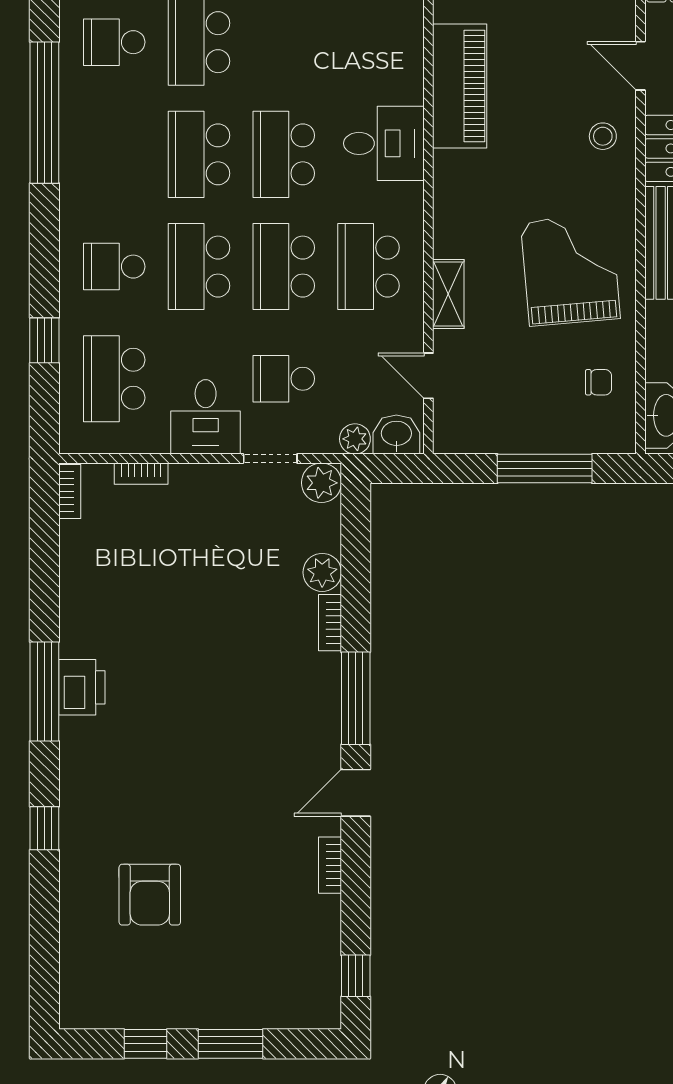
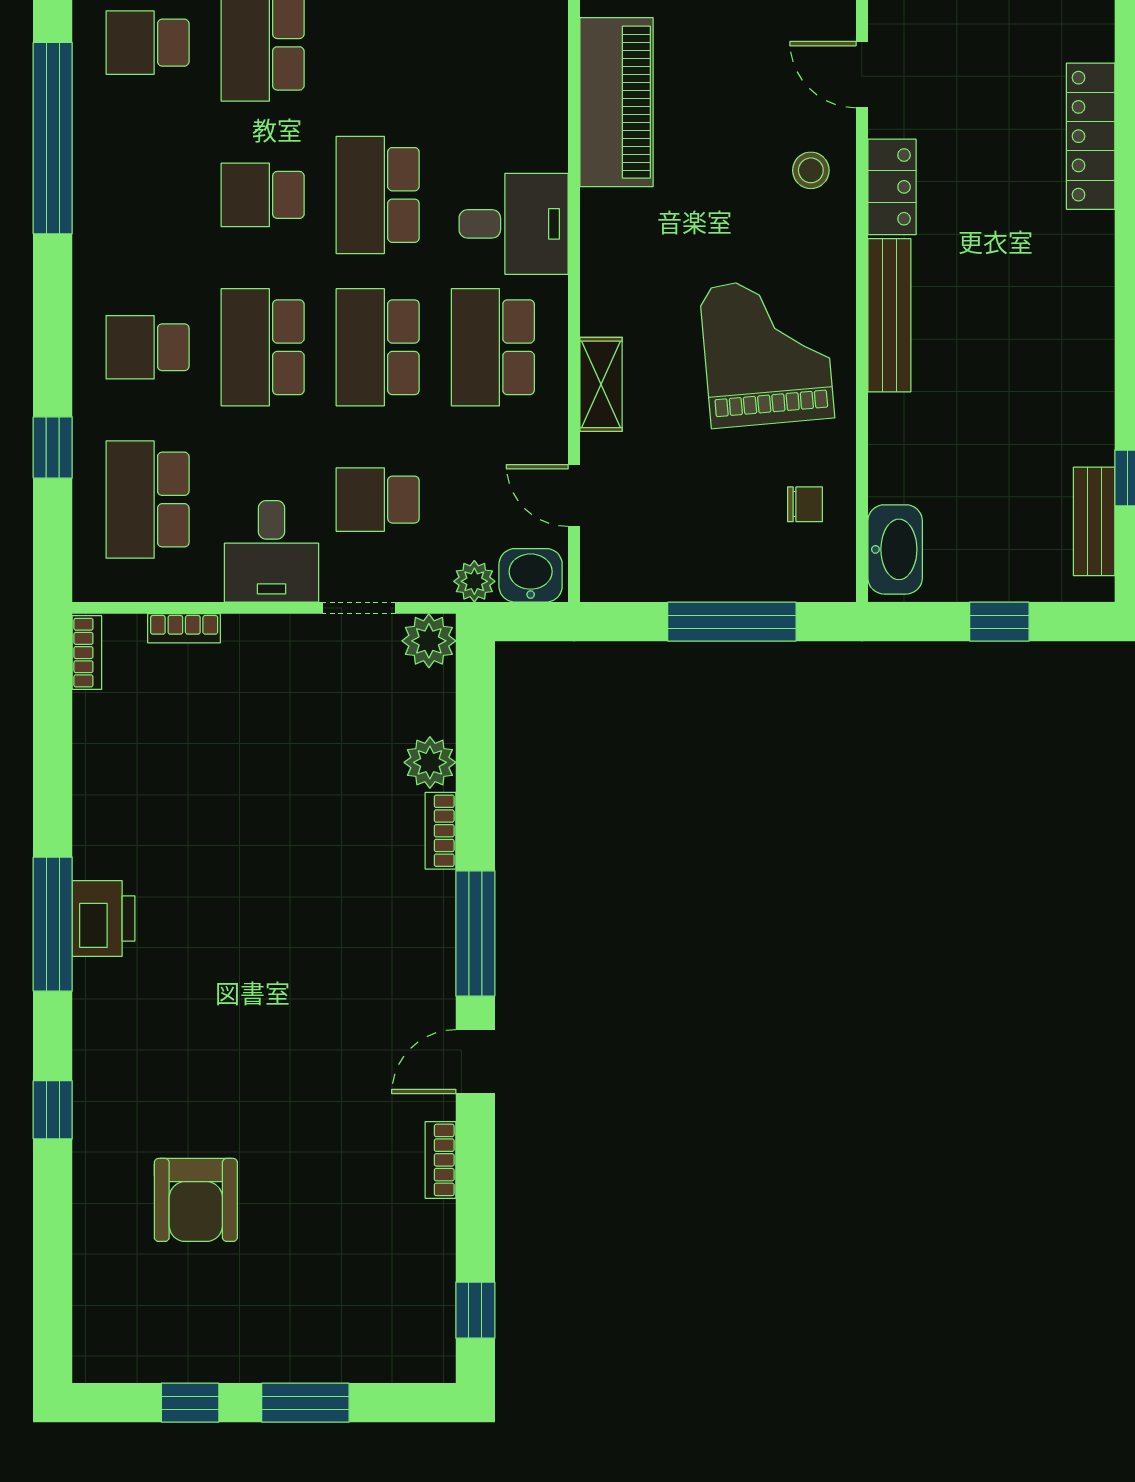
desk: (384, 143) -> (514, 224), moved
school desk: (199, 154) -> (263, 195), width x0.54

